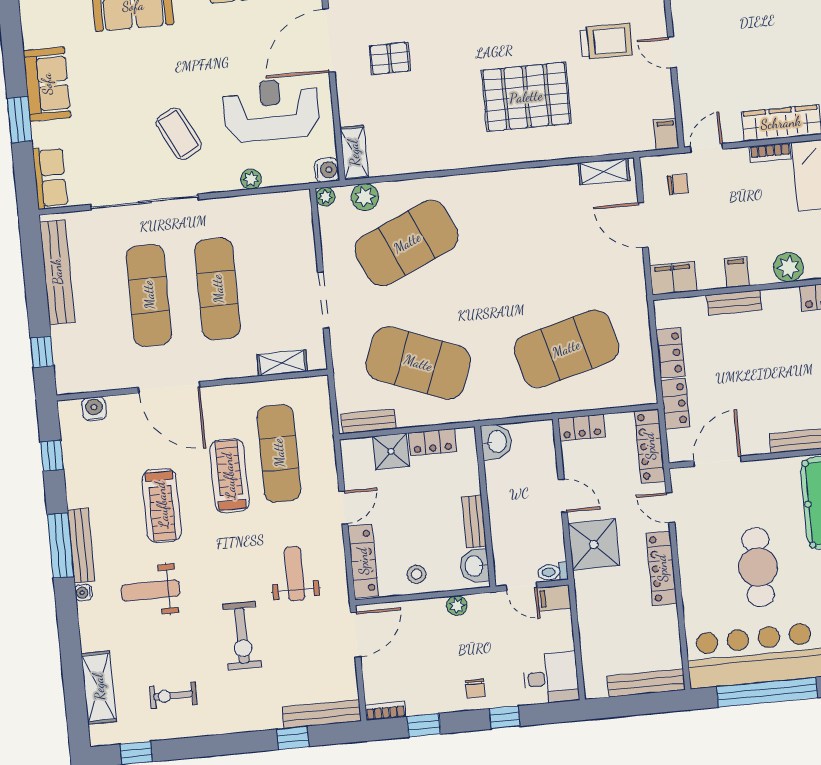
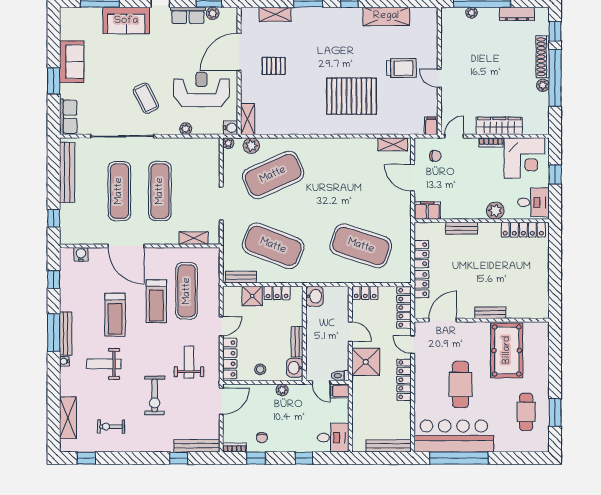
filing cabinet: (737, 272) -> (465, 211), removed
exercise mat: (566, 349) -> (361, 246), turned 33
treadmill: (229, 476) -> (156, 301), turned 180
chair: (475, 688) -> (262, 438), moved

